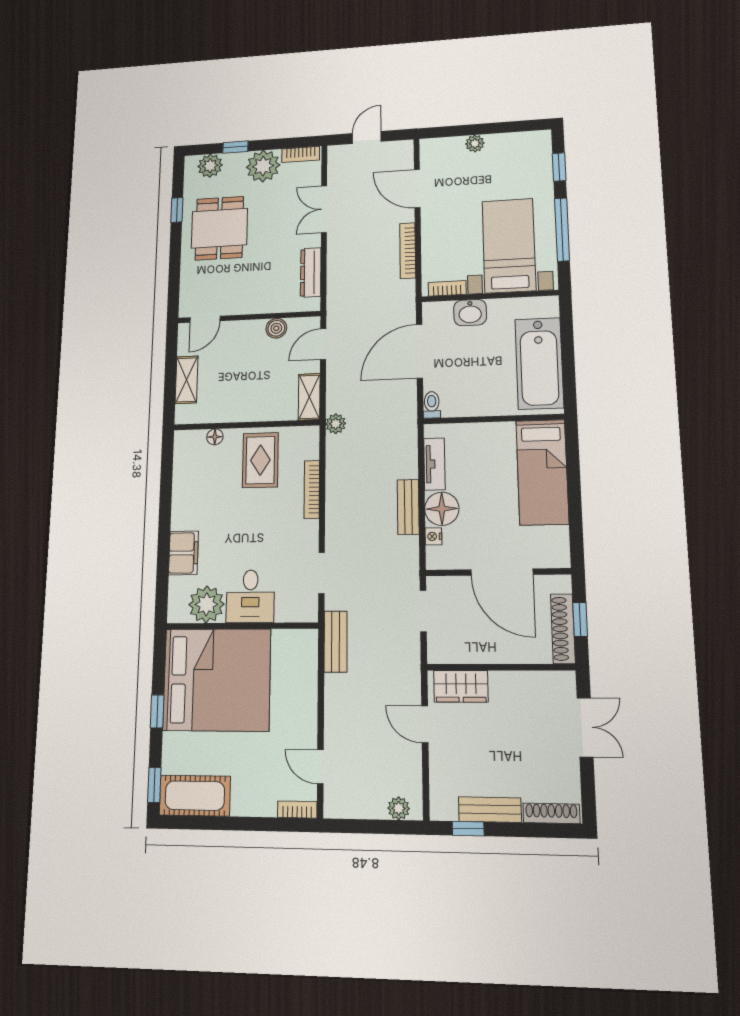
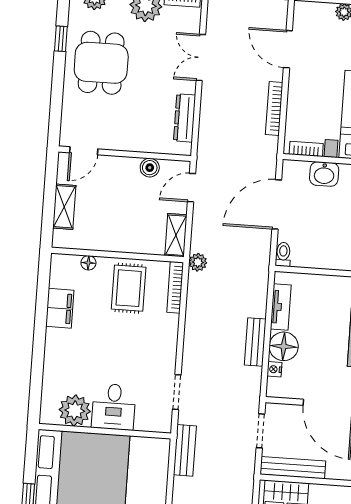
bookcase: (312, 489) -> (175, 287), moved
filing cabinet: (183, 553) -> (60, 308), moved
bench: (466, 653) -> (293, 468), added

